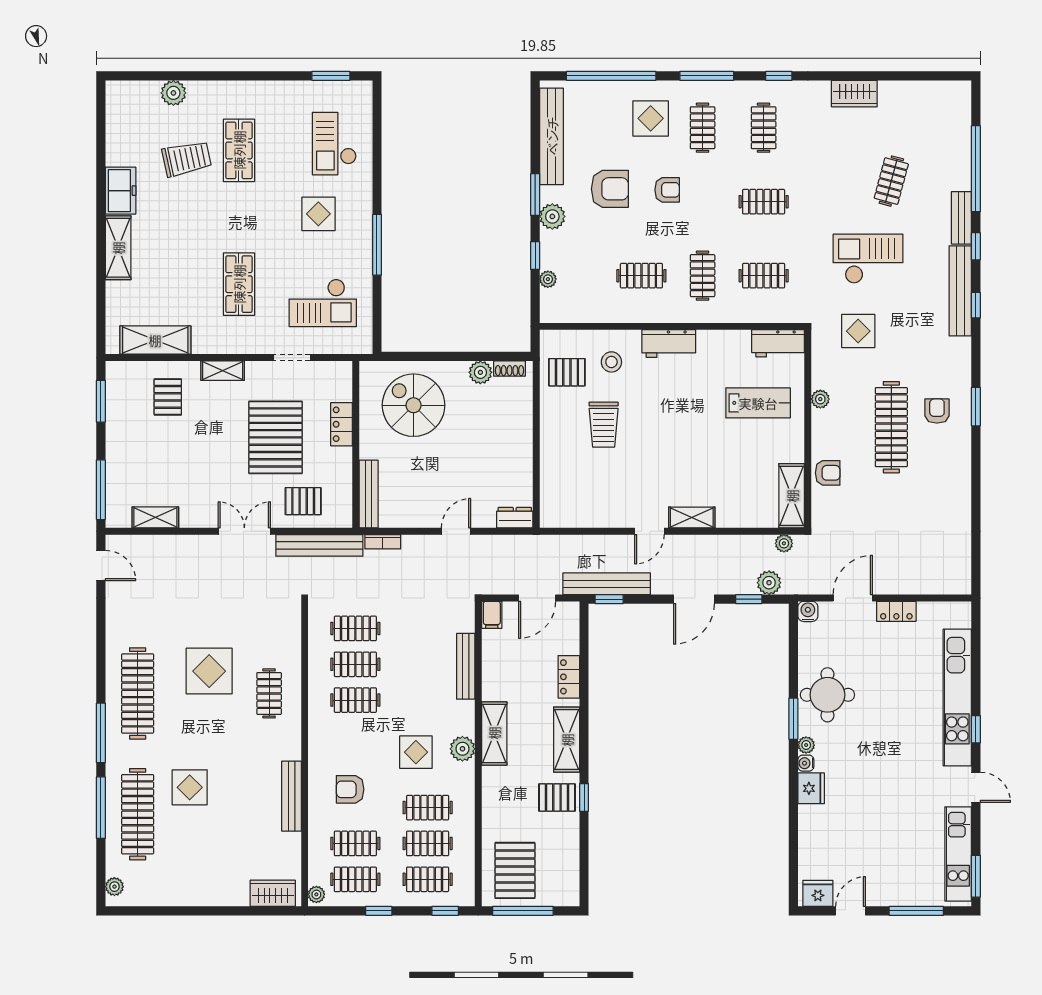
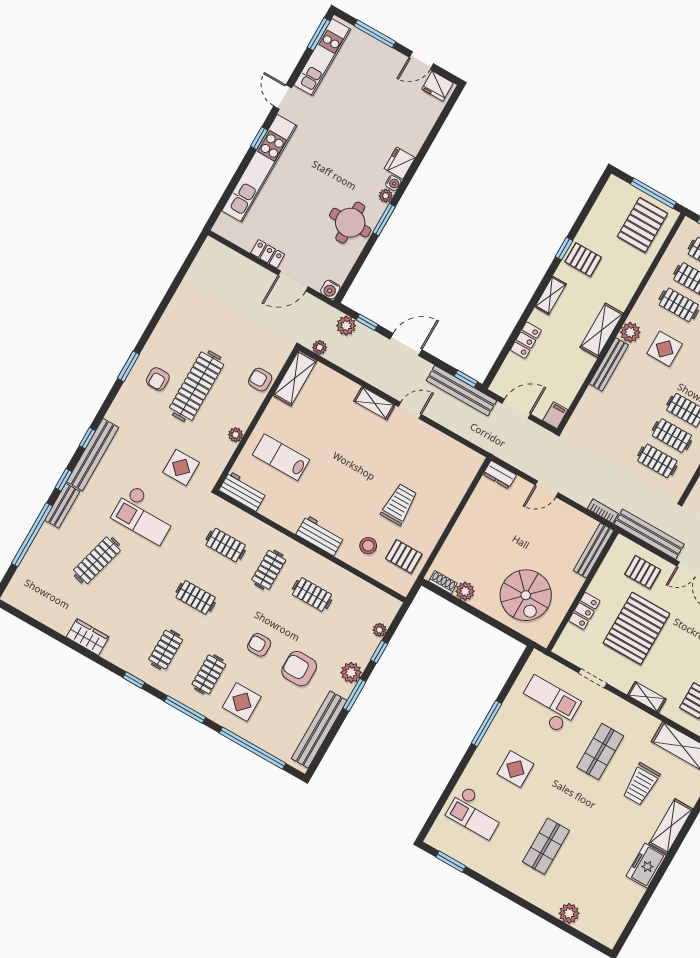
checkout: (334, 144) -> (476, 812), turned 90
trolley: (187, 159) -> (641, 784), moved, turned -78
clothes rail: (891, 181) -> (97, 560), width x1.36
bench: (466, 666) -> (609, 364), moved
shelving: (567, 740) -> (551, 295), width x0.67, depth x0.75

